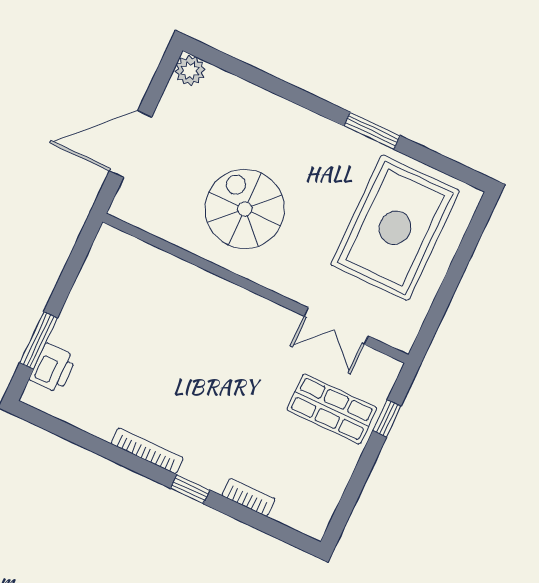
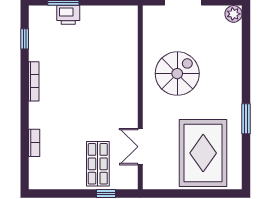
rug: (395, 228) -> (203, 153), turned 90
printer: (53, 368) -> (68, 15), moved
window: (190, 489) -> (25, 39), moved

